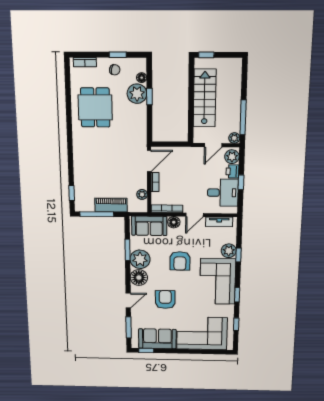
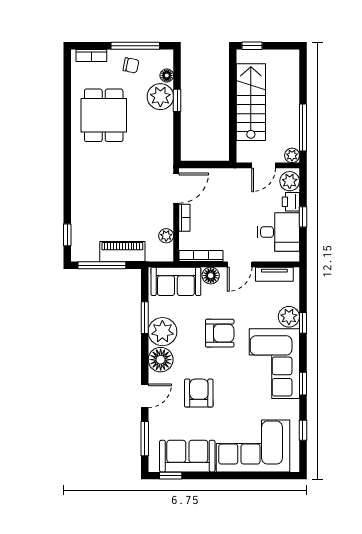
window: (118, 55) -> (135, 46), width x2.17
armchair: (180, 261) -> (220, 333), turned -90

